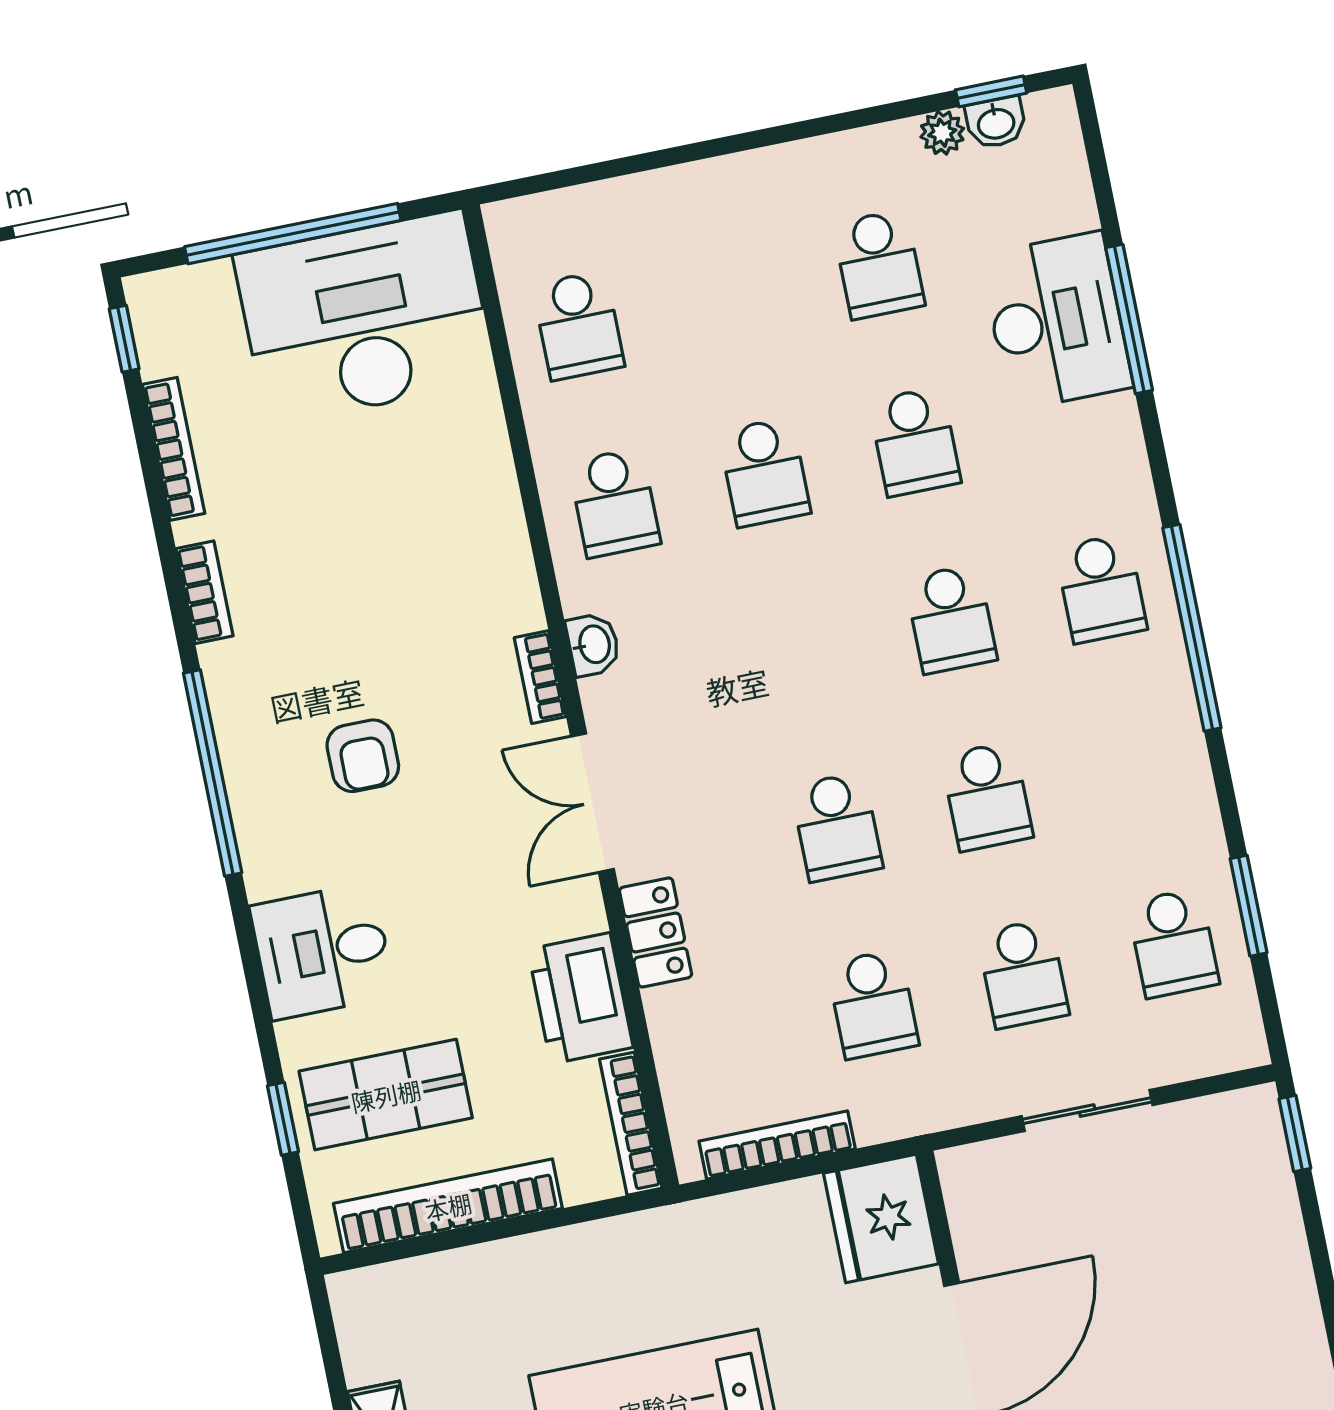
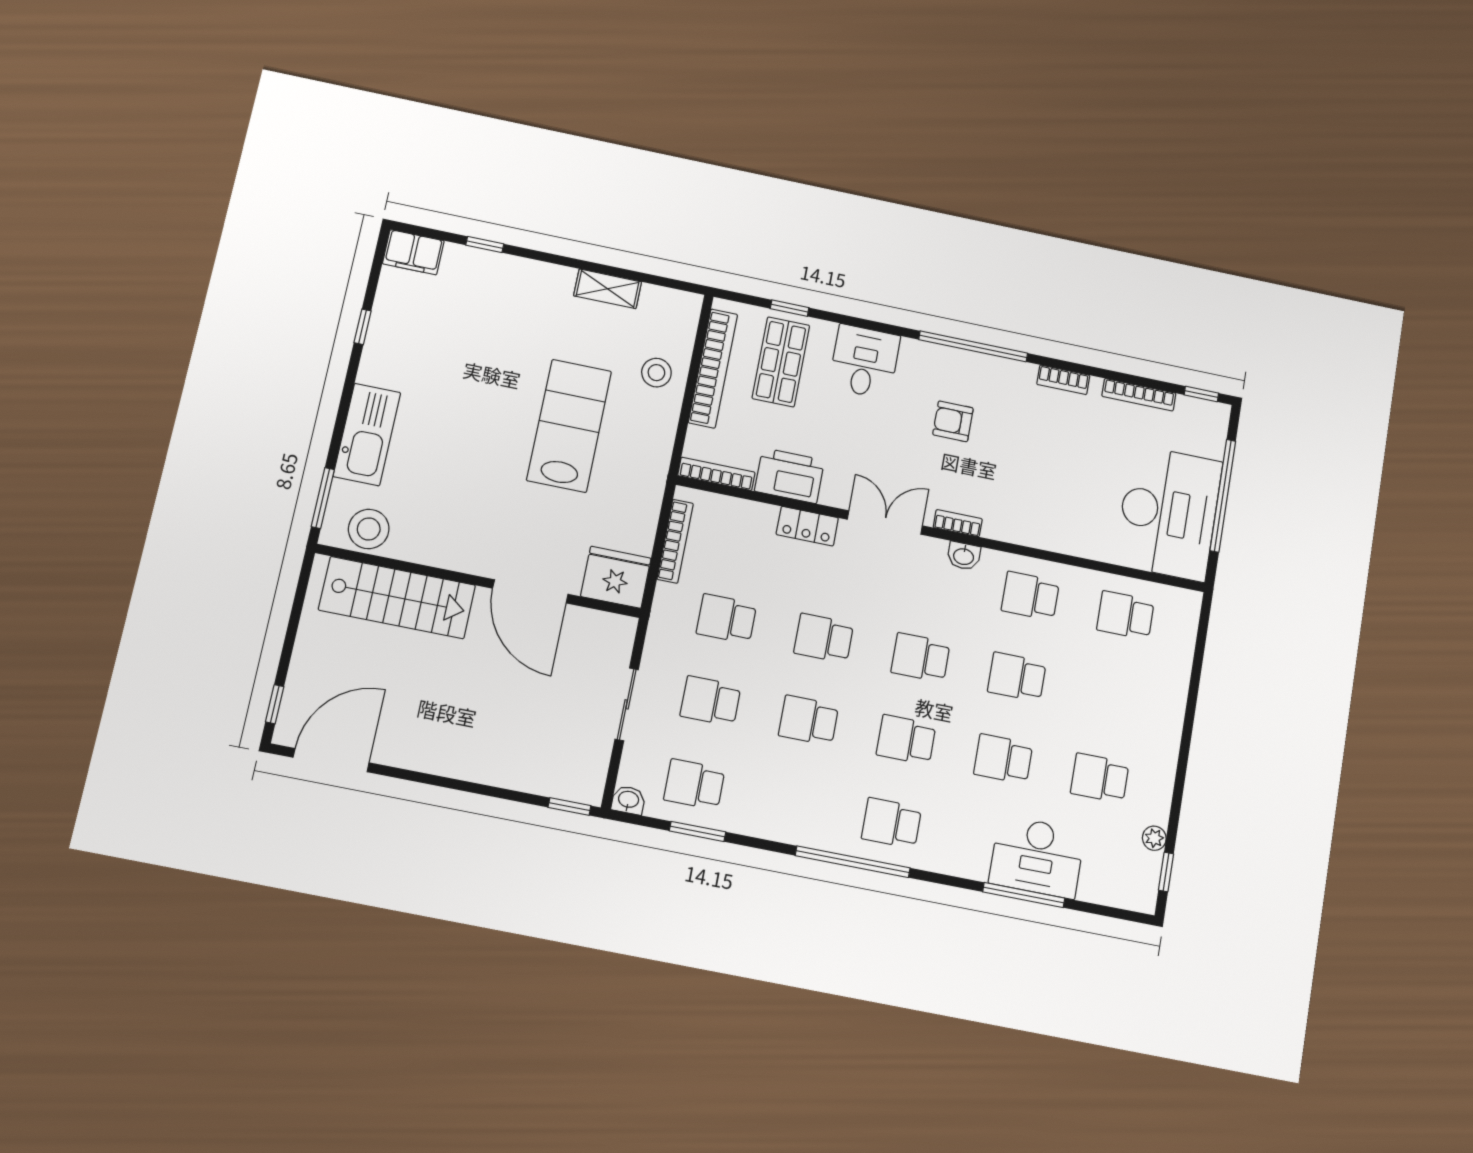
washbasin: (996, 123) -> (628, 800), moved, turned 90
school desk: (801, 650) -> (921, 658), added
stool: (497, 1299) -> (656, 373), added

